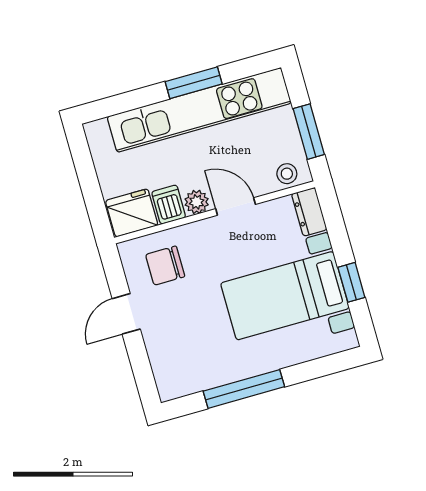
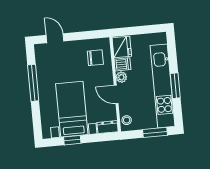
window: (309, 132) -> (155, 132), moved
door: (236, 206) -> (116, 94), swing flipped
chair: (165, 266) -> (95, 58), turned 90
door: (126, 314) -> (55, 38), moved

